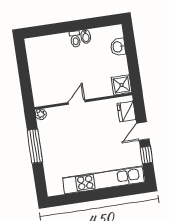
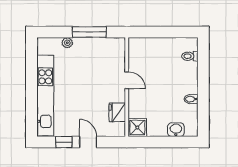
toilet: (75, 39) -> (190, 56), moved
fridge: (126, 112) -> (117, 112), moved, turned -90
plant: (41, 114) -> (67, 43), moved

